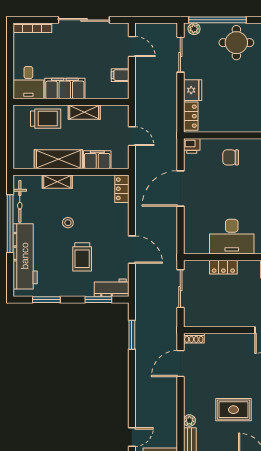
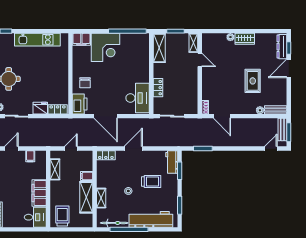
shelving: (84, 112) -> (55, 169), moved
trolley: (46, 119) -> (62, 216), moved
printer: (192, 146) -> (80, 104), width x1.87, depth x1.48
filing cabinet: (97, 160) -> (87, 176), width x0.50
desk: (232, 237) -> (138, 98), moved
door: (132, 250) -> (133, 149), moved
door: (132, 437) -> (271, 149), hinge flipped

